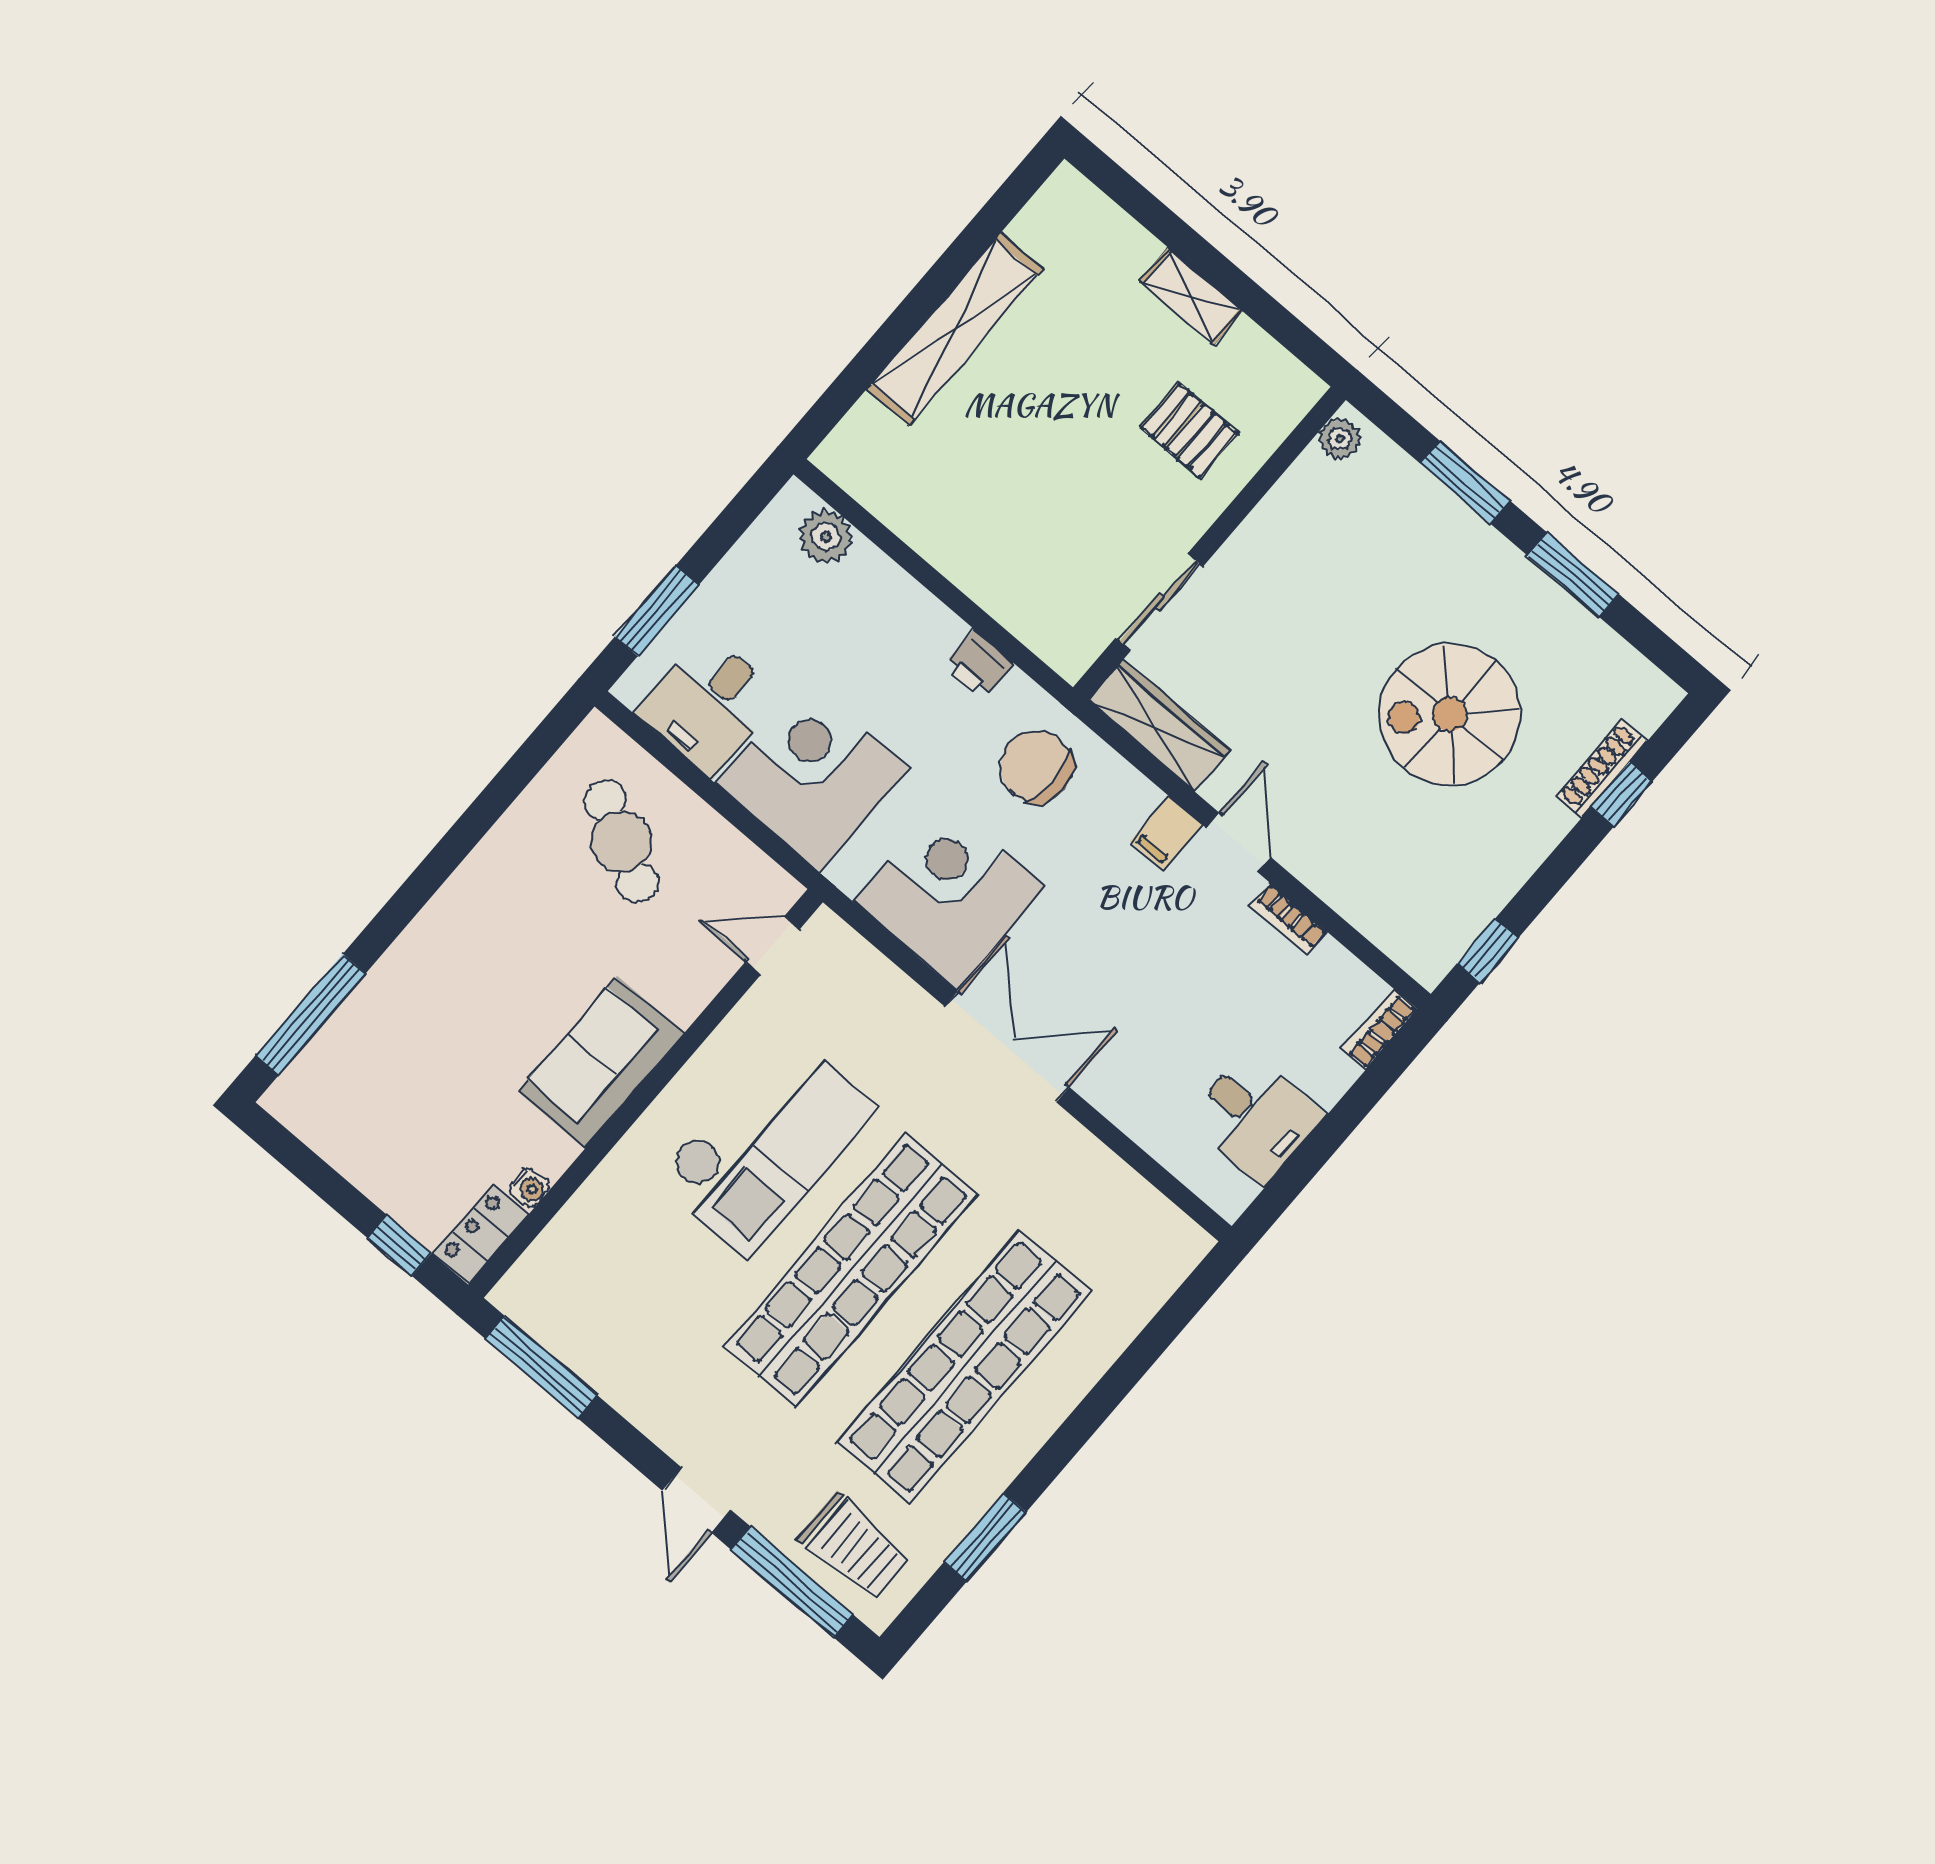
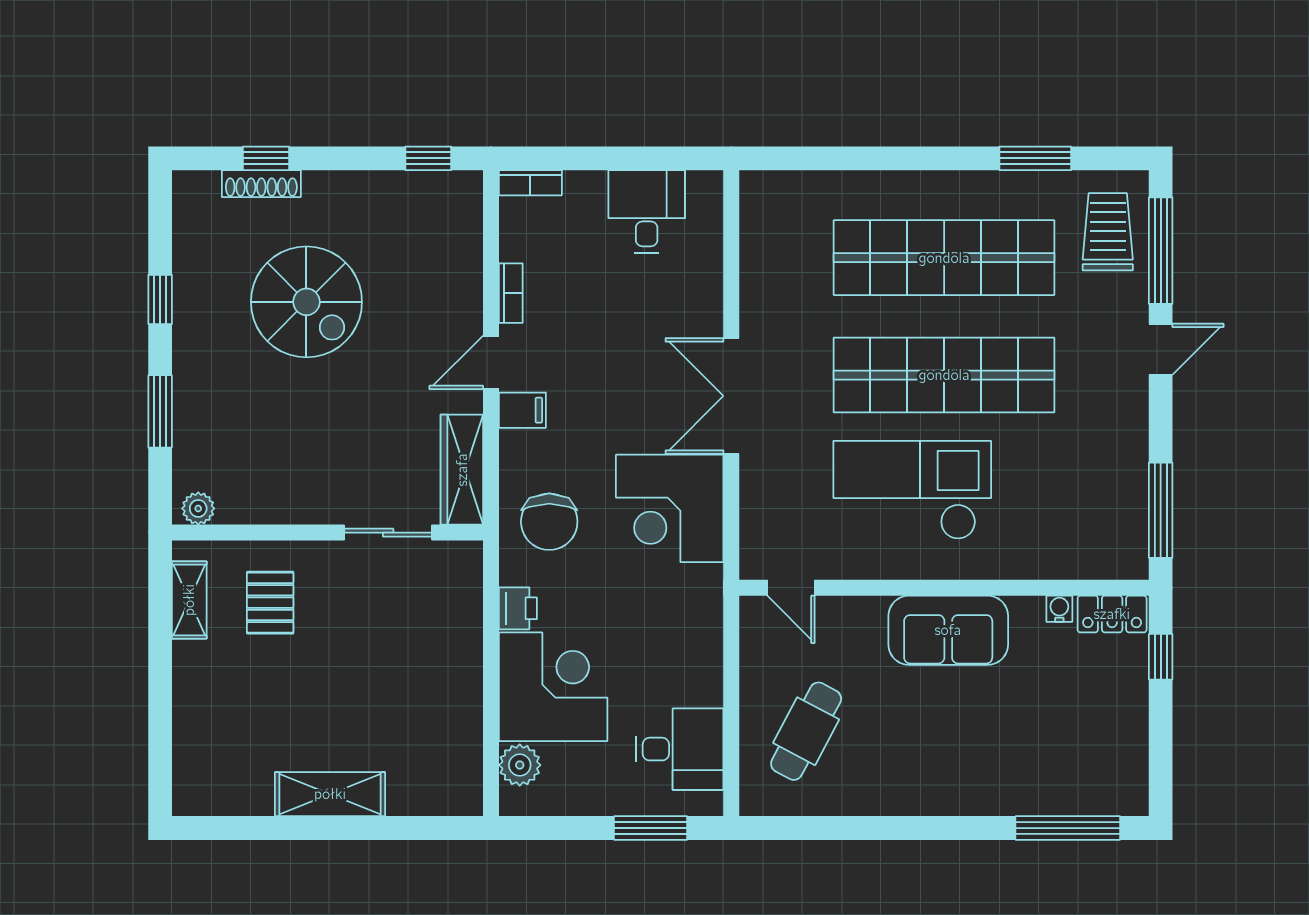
shelving: (1191, 296) -> (189, 600), moved
shelving: (955, 329) -> (330, 794), width x0.68
window: (1573, 575) -> (160, 300), width x0.67
corner desk: (812, 776) -> (553, 687), moved, turned 180

